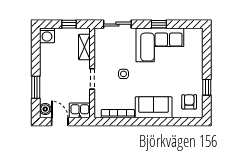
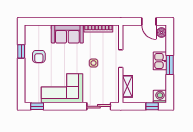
window: (69, 24) -> (152, 106), moved
window: (159, 24) -> (37, 106), moved
window: (36, 87) -> (170, 65), moved
armchair: (189, 102) -> (39, 57), moved
kitchen sink: (80, 110) -> (160, 61), moved, turned 90

